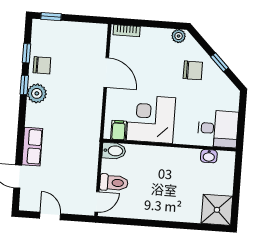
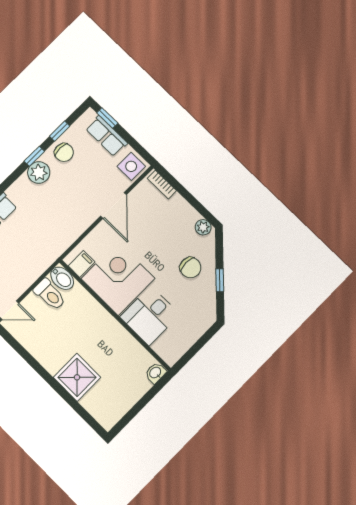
row of seats: (61, 29) -> (107, 136), added
side table: (95, 36) -> (131, 166), added
desk: (218, 129) -> (150, 316), moved, turned 90
washbasin: (209, 156) -> (155, 373), moved, turned 90
toilet: (114, 183) -> (50, 295), moved
shower: (217, 210) -> (77, 377), moved

